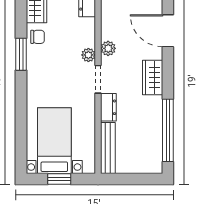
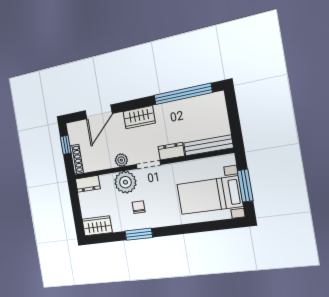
chair: (38, 37) -> (139, 207), moved
plant: (88, 55) -> (125, 182), width x1.87, depth x1.87
window: (59, 179) -> (245, 186), width x1.50

